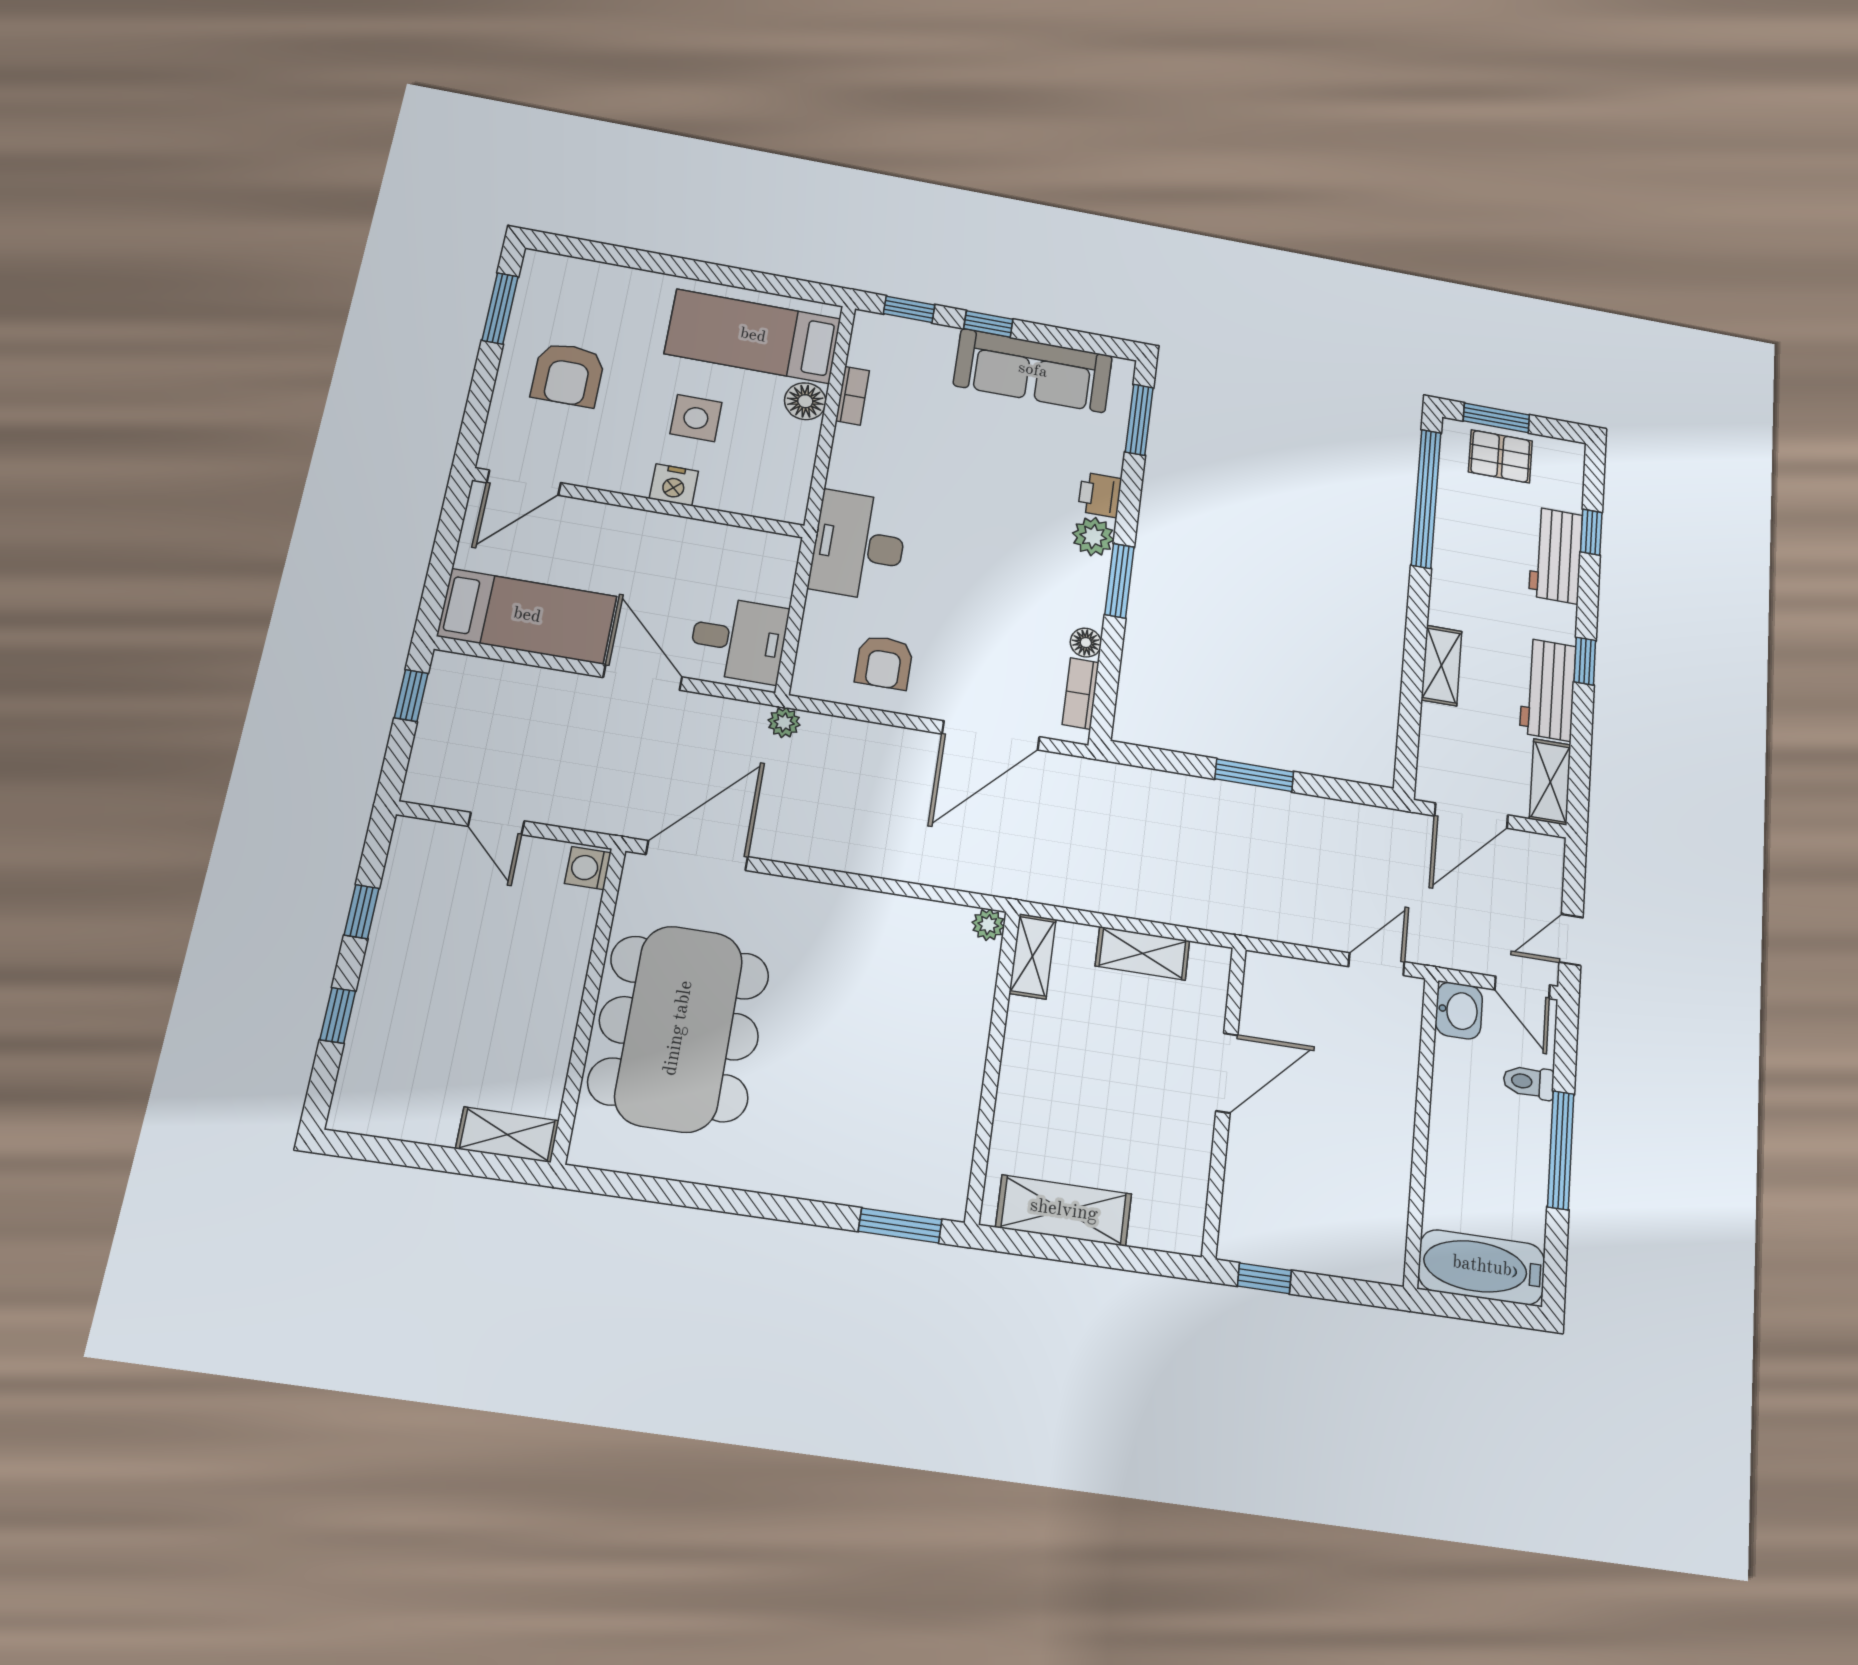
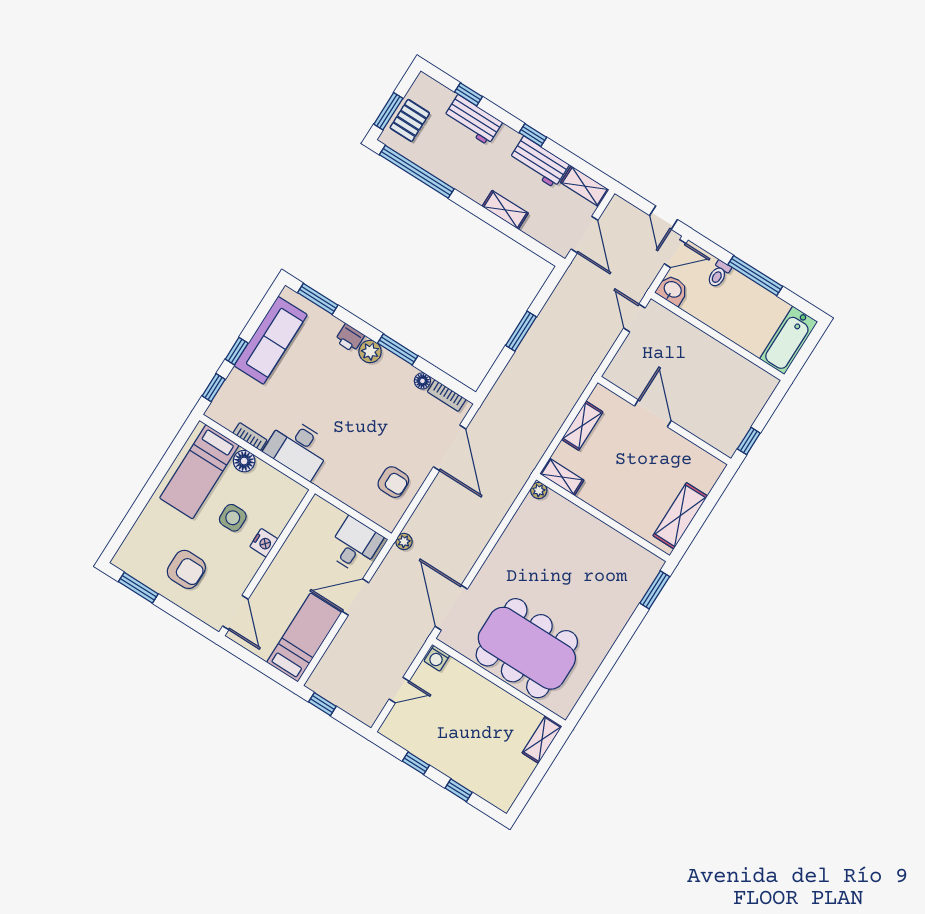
desk: (859, 546) -> (298, 448), moved

